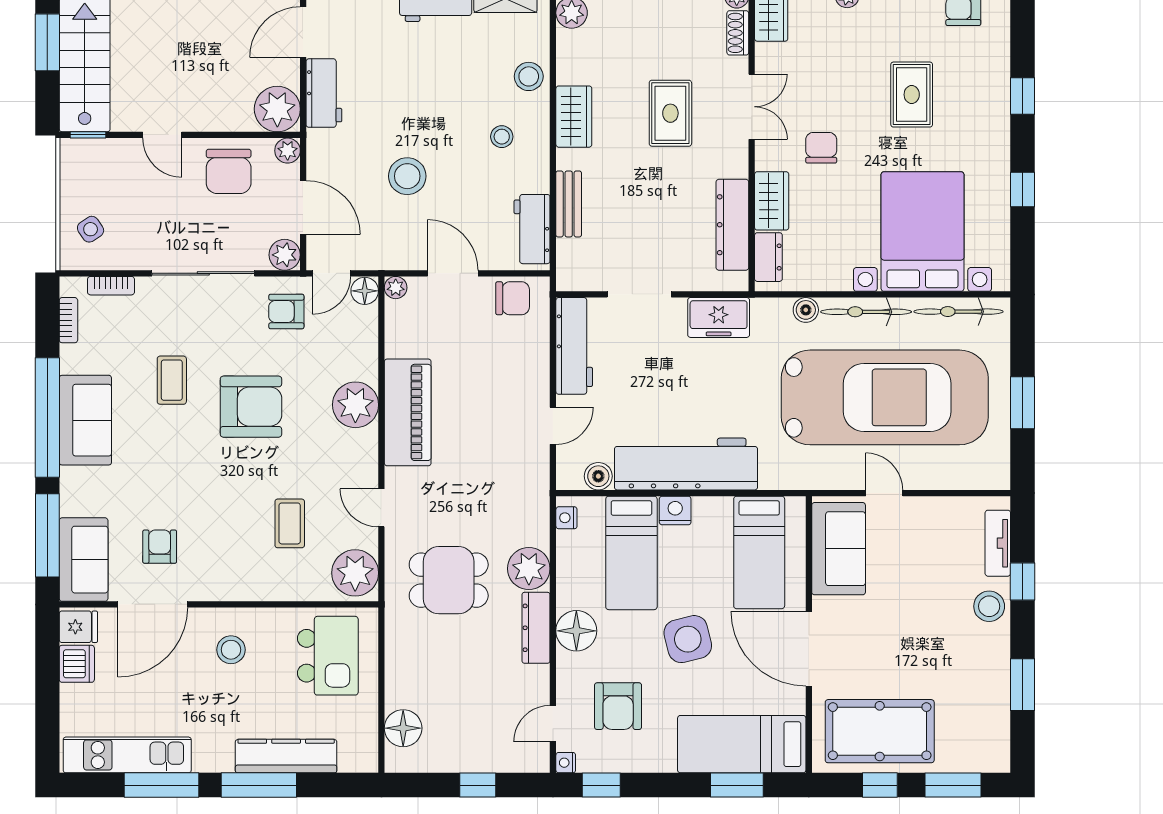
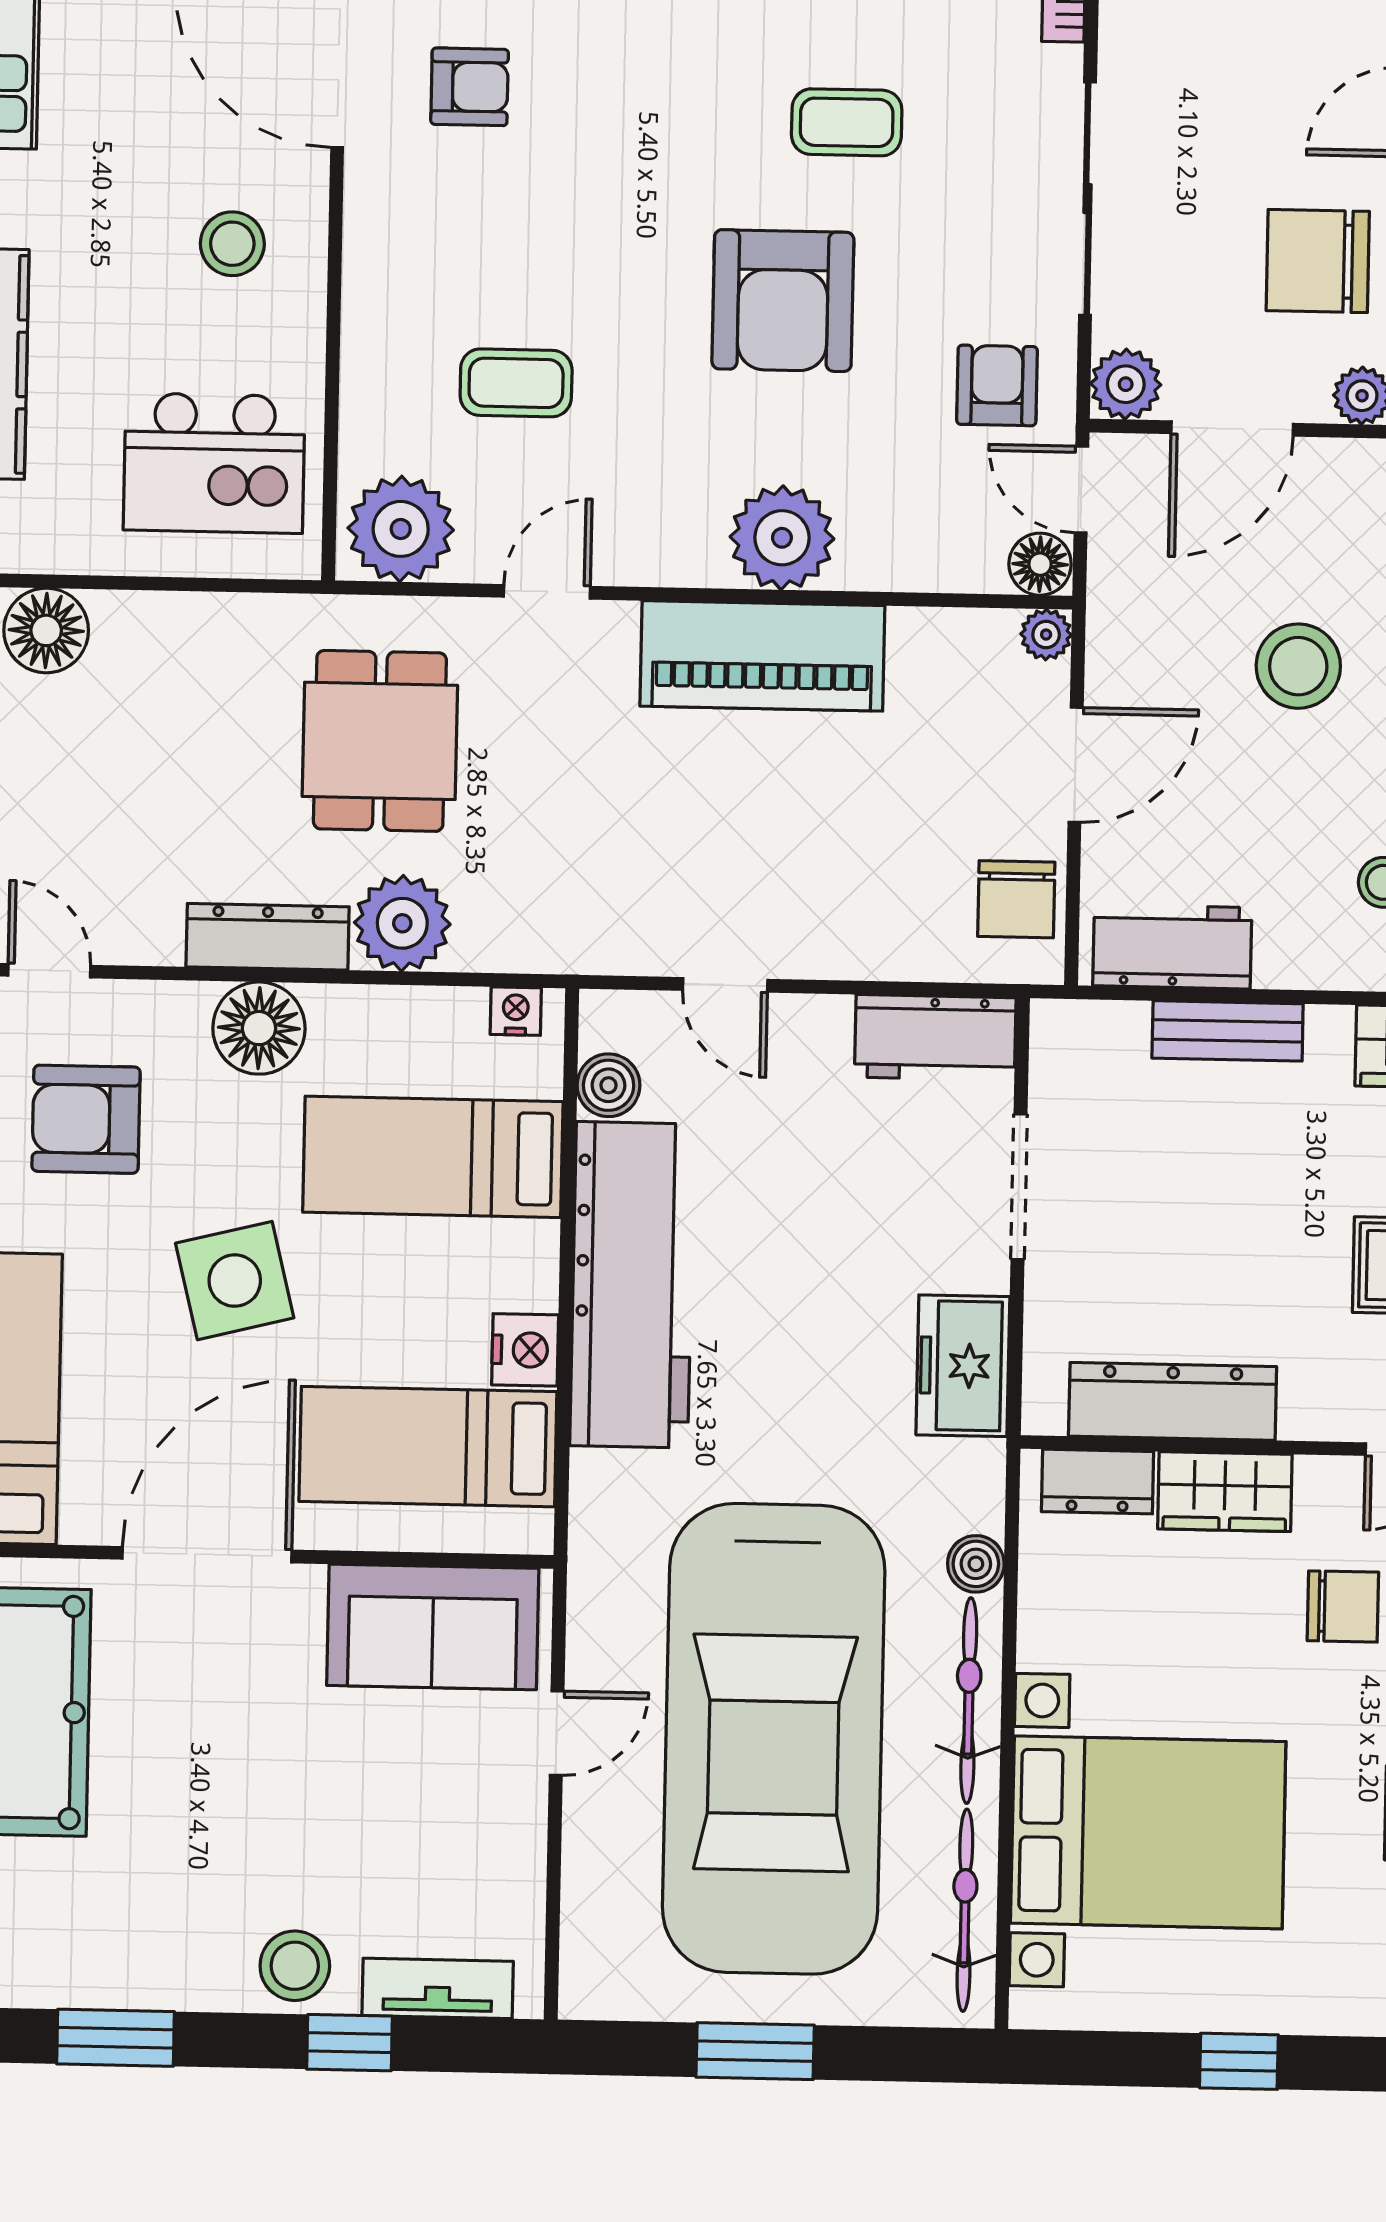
workbench: (574, 346) -> (935, 1037), width x0.73
nightstand: (675, 511) -> (525, 1350), moved

